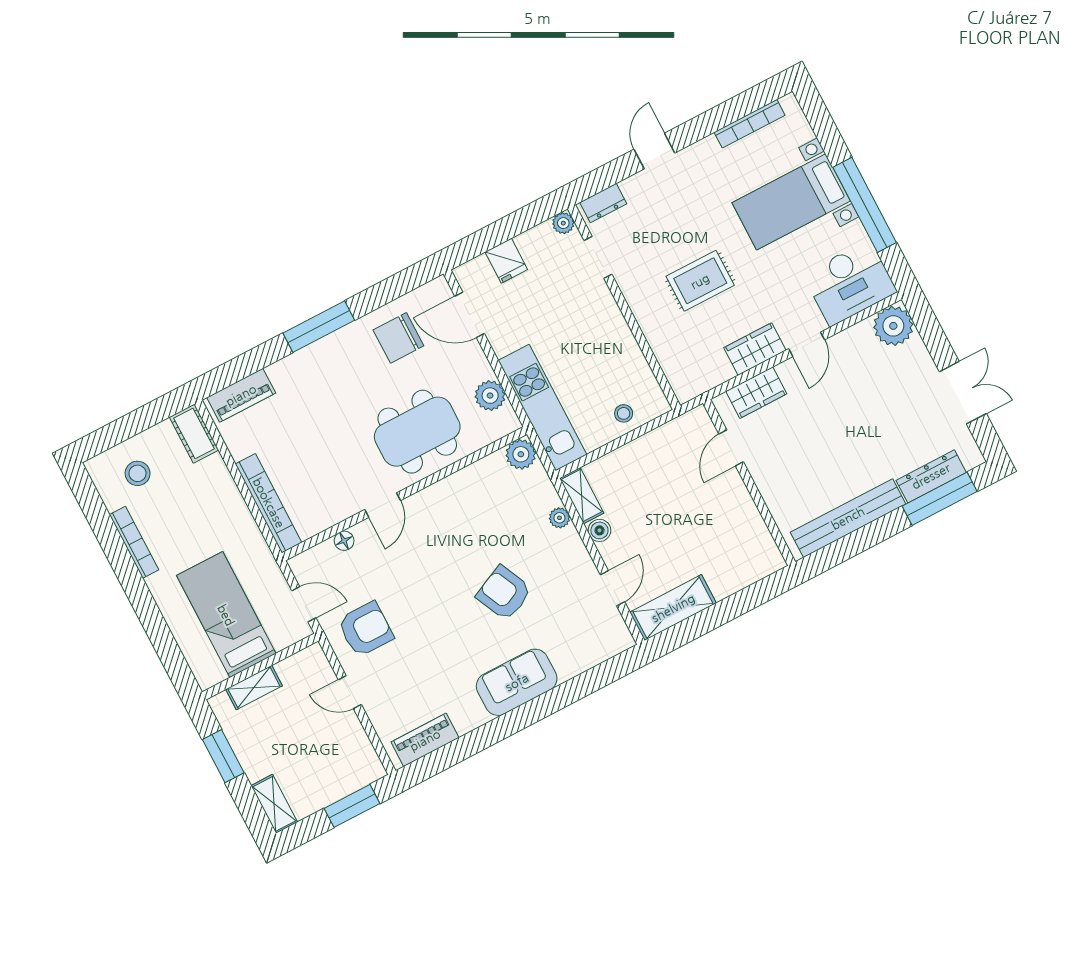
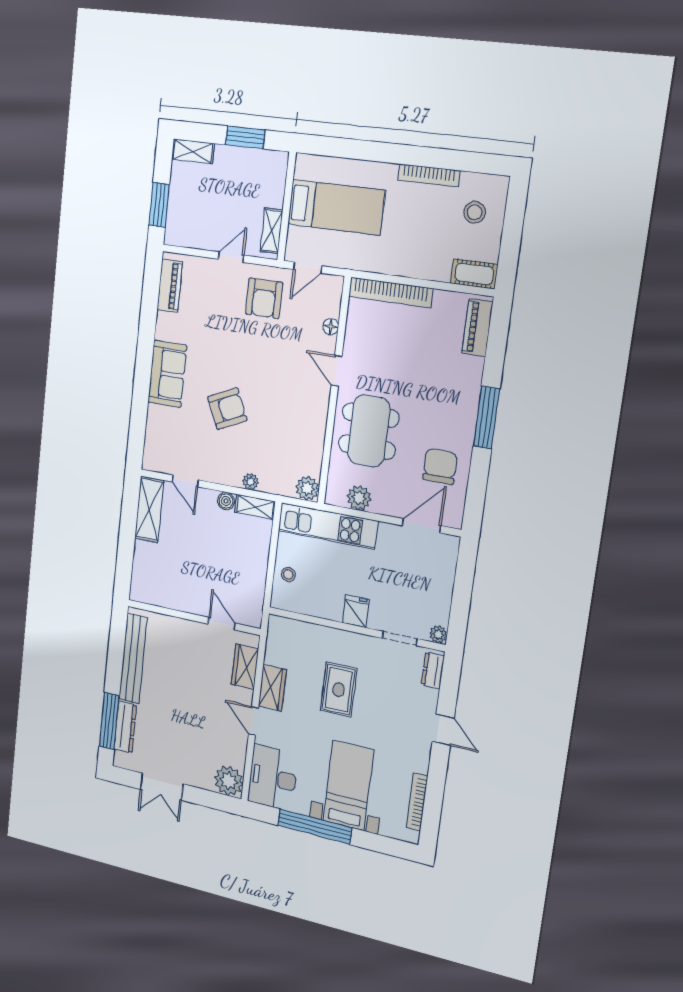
fridge: (506, 261) -> (356, 611), moved, turned 90
shelving: (254, 687) -> (272, 231), moved

